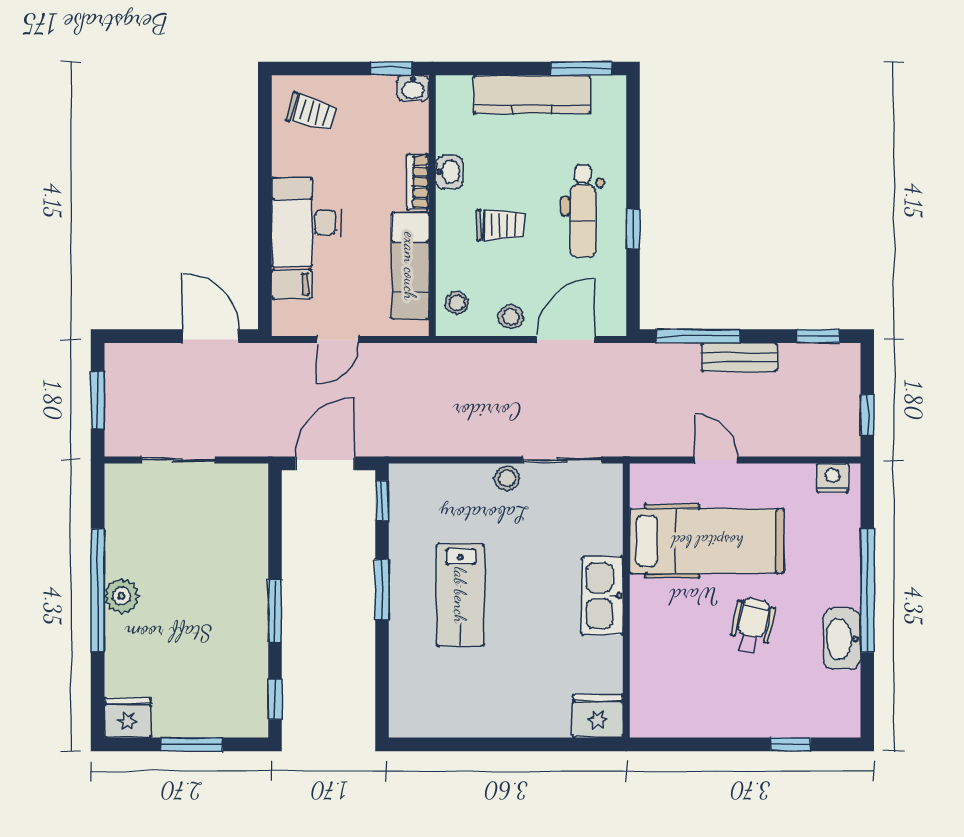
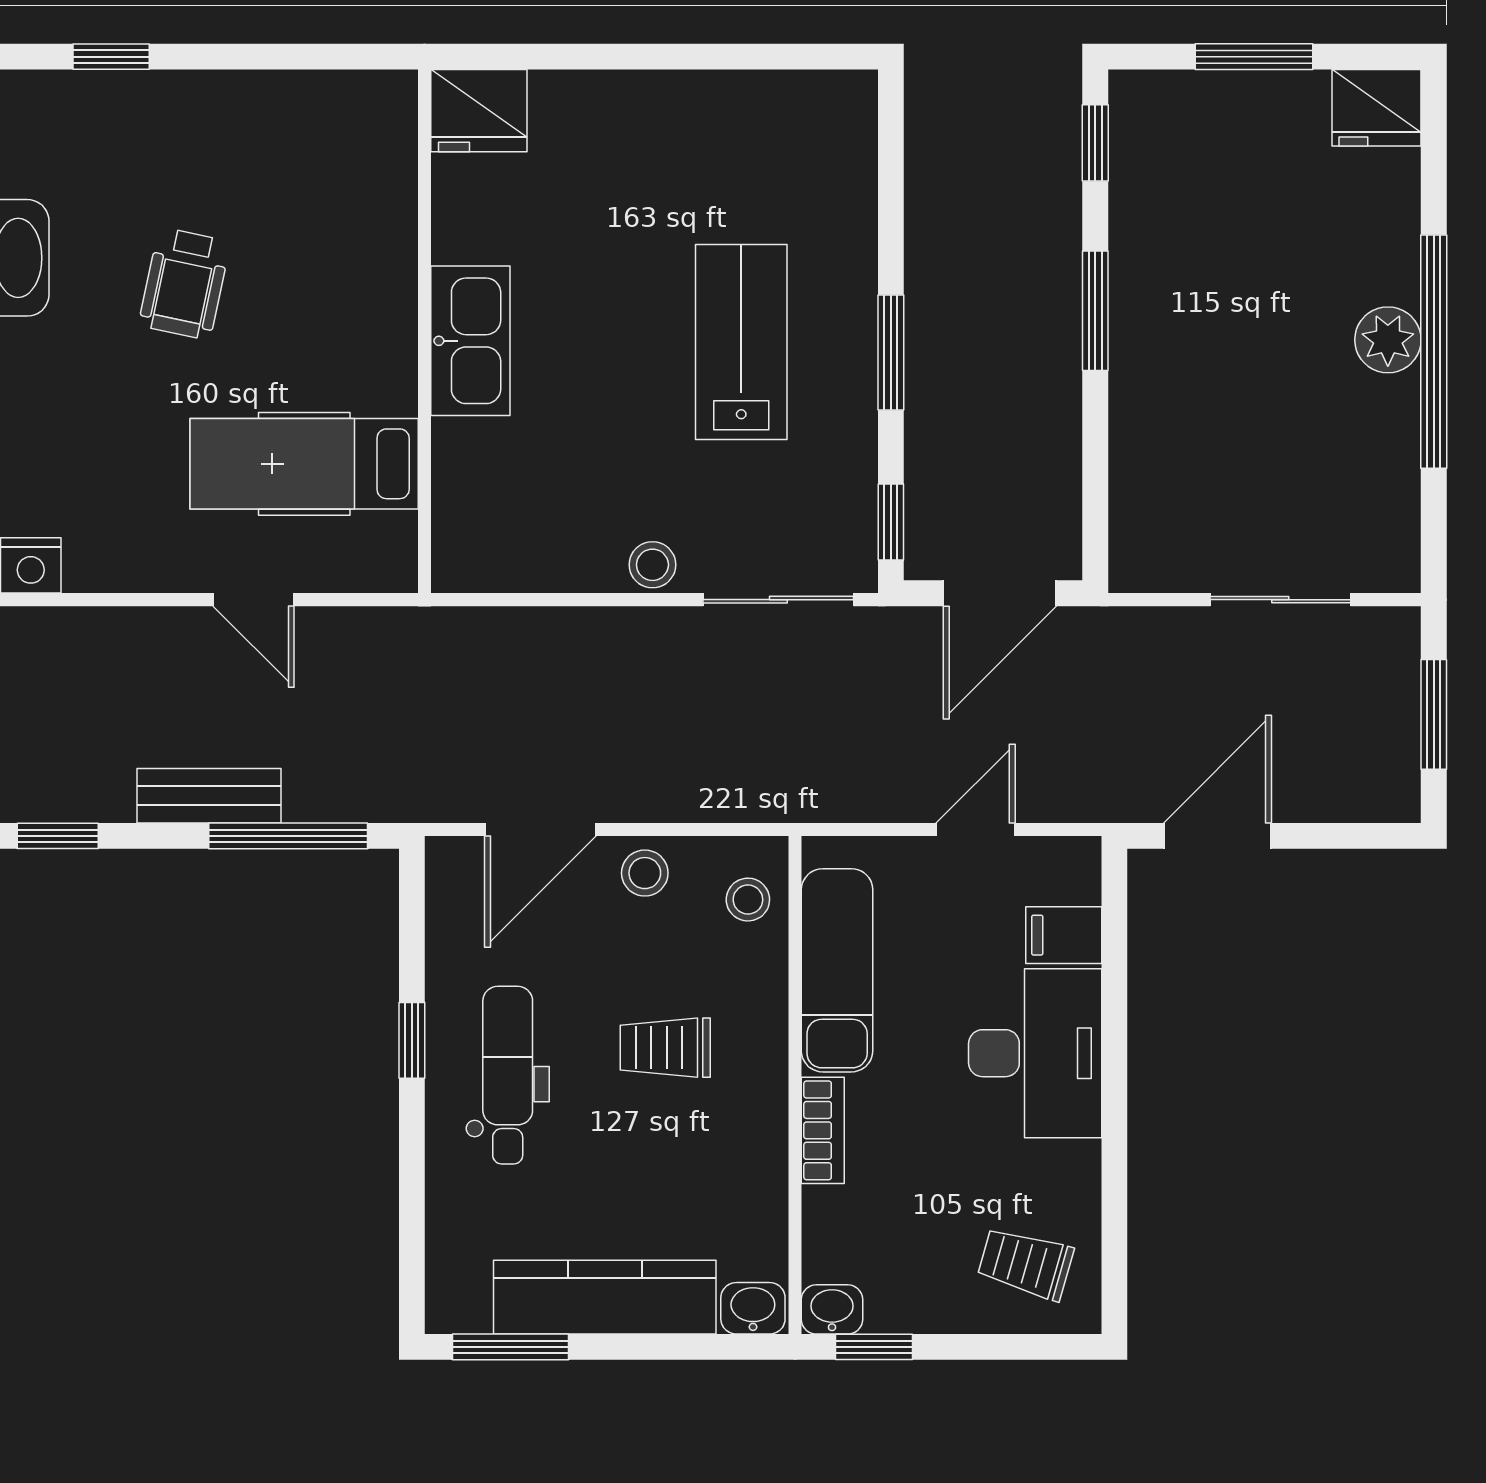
washbasin: (449, 172) -> (753, 1308), moved, turned 90
door: (211, 336) -> (1217, 836), swing flipped
sliding door: (562, 460) -> (778, 600), moved
hospital bed: (707, 541) -> (304, 464), width x0.73, depth x0.78

